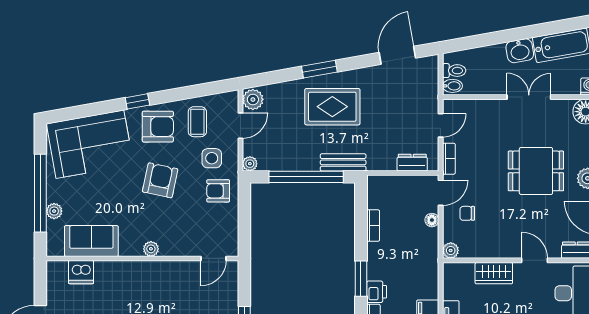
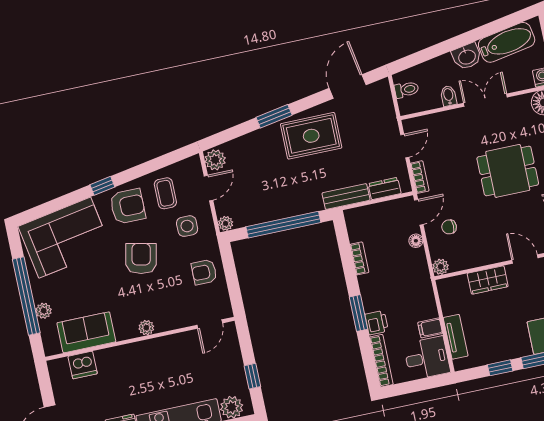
bidet: (452, 86) -> (448, 96), moved, turned -90
rug: (332, 107) -> (311, 136), moved
bench: (343, 162) -> (346, 197), moved
armchair: (218, 191) -> (204, 272), moved

